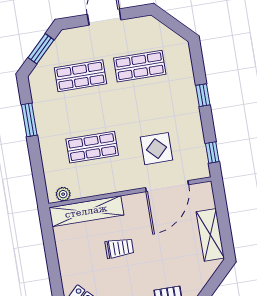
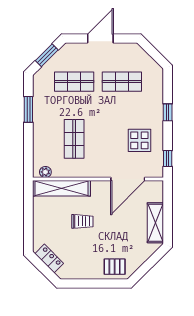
shop shelf: (92, 147) -> (74, 139), turned 90
display table: (156, 149) -> (139, 140), moved

